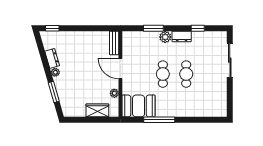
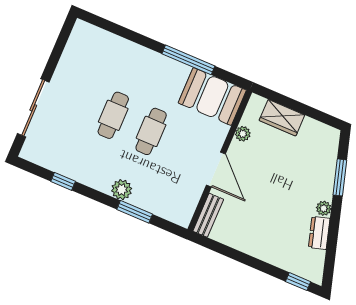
dresser: (182, 36) -> (95, 179), removed

